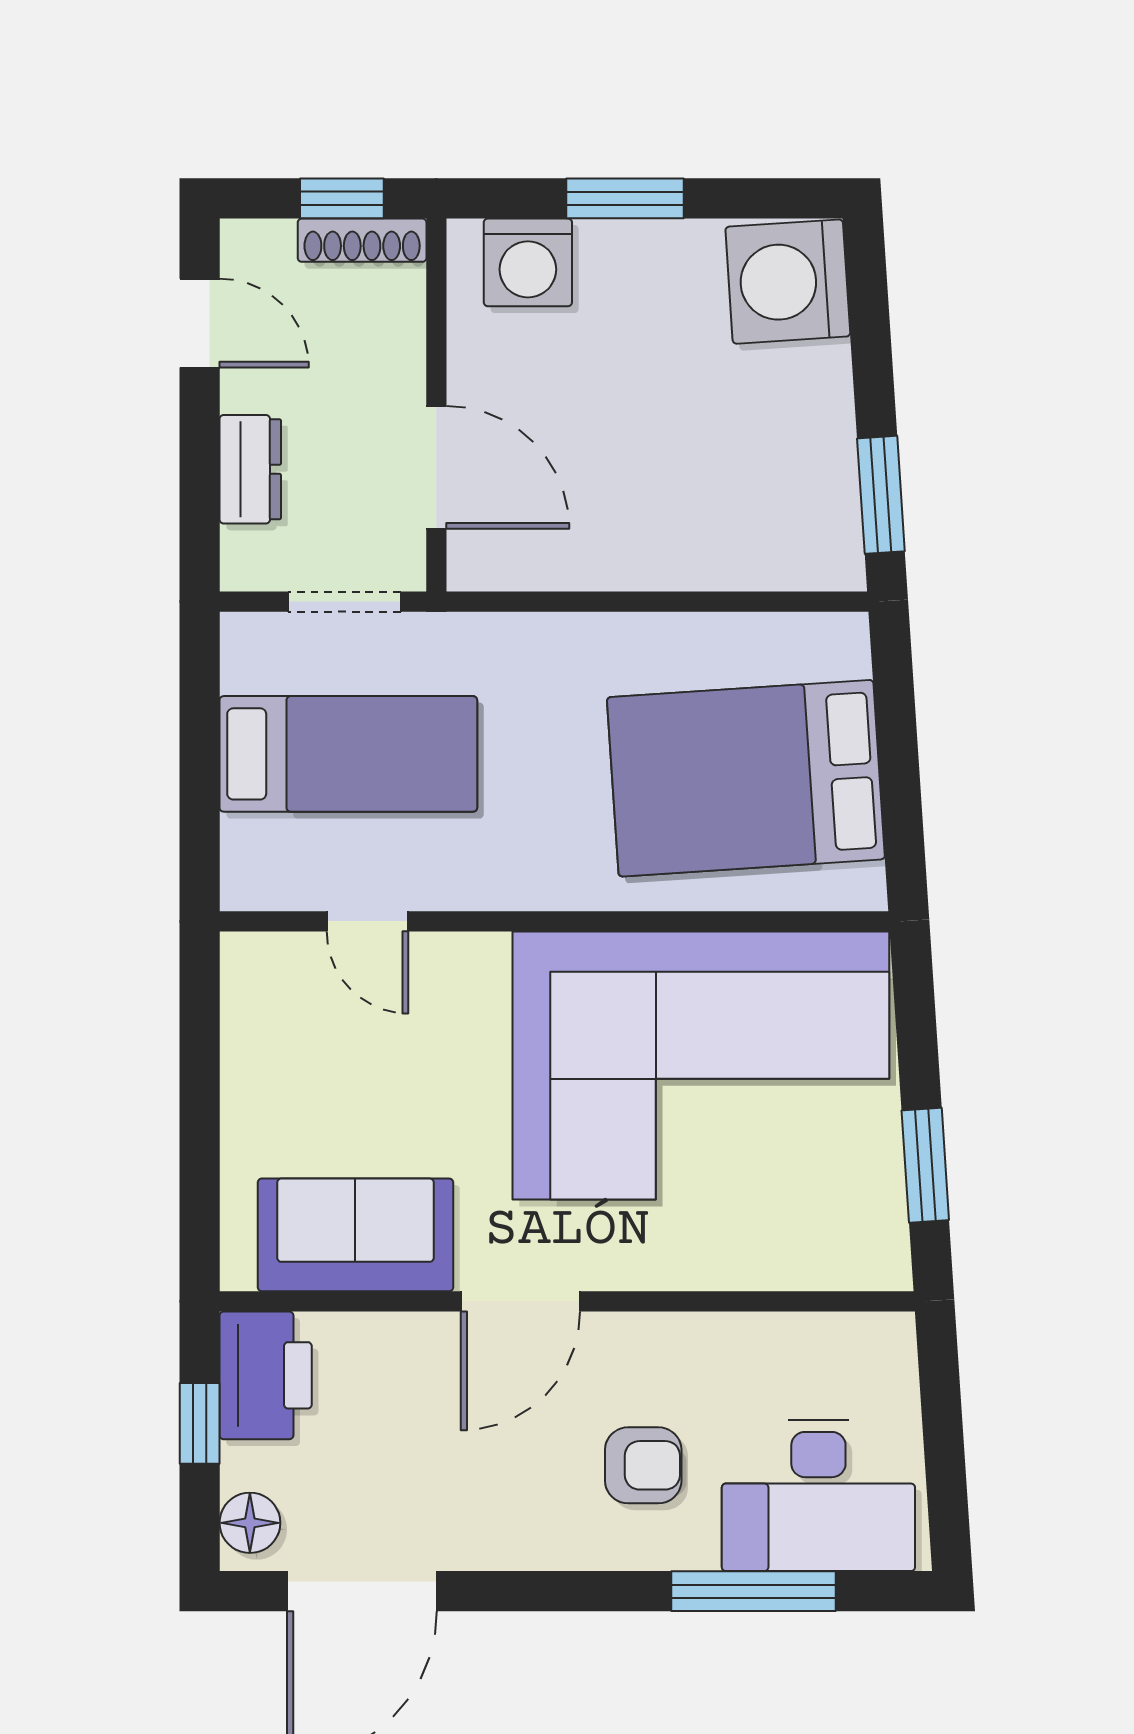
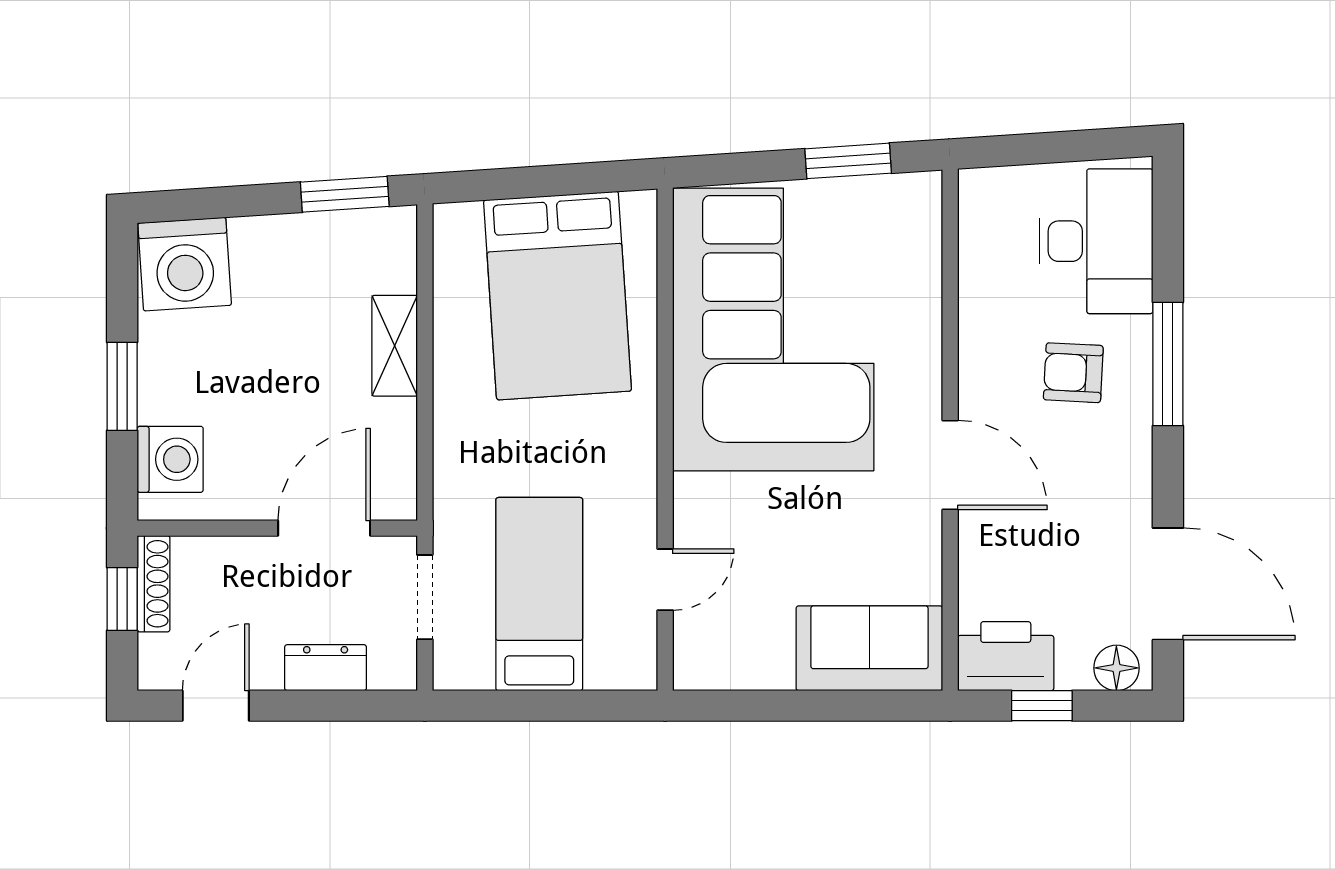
shelving: (679, 561) -> (395, 346), added
sofa: (355, 1235) -> (869, 648), moved, turned 90
armchair: (643, 1465) -> (1073, 373), turned -87
window: (754, 1591) -> (1168, 364), moved

